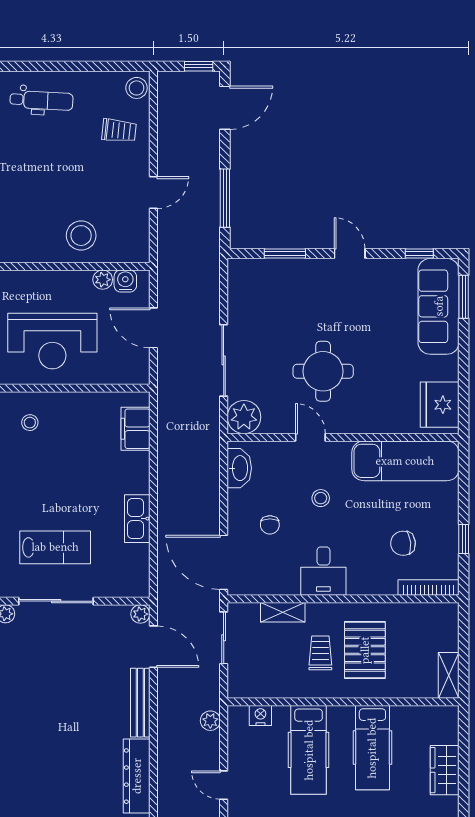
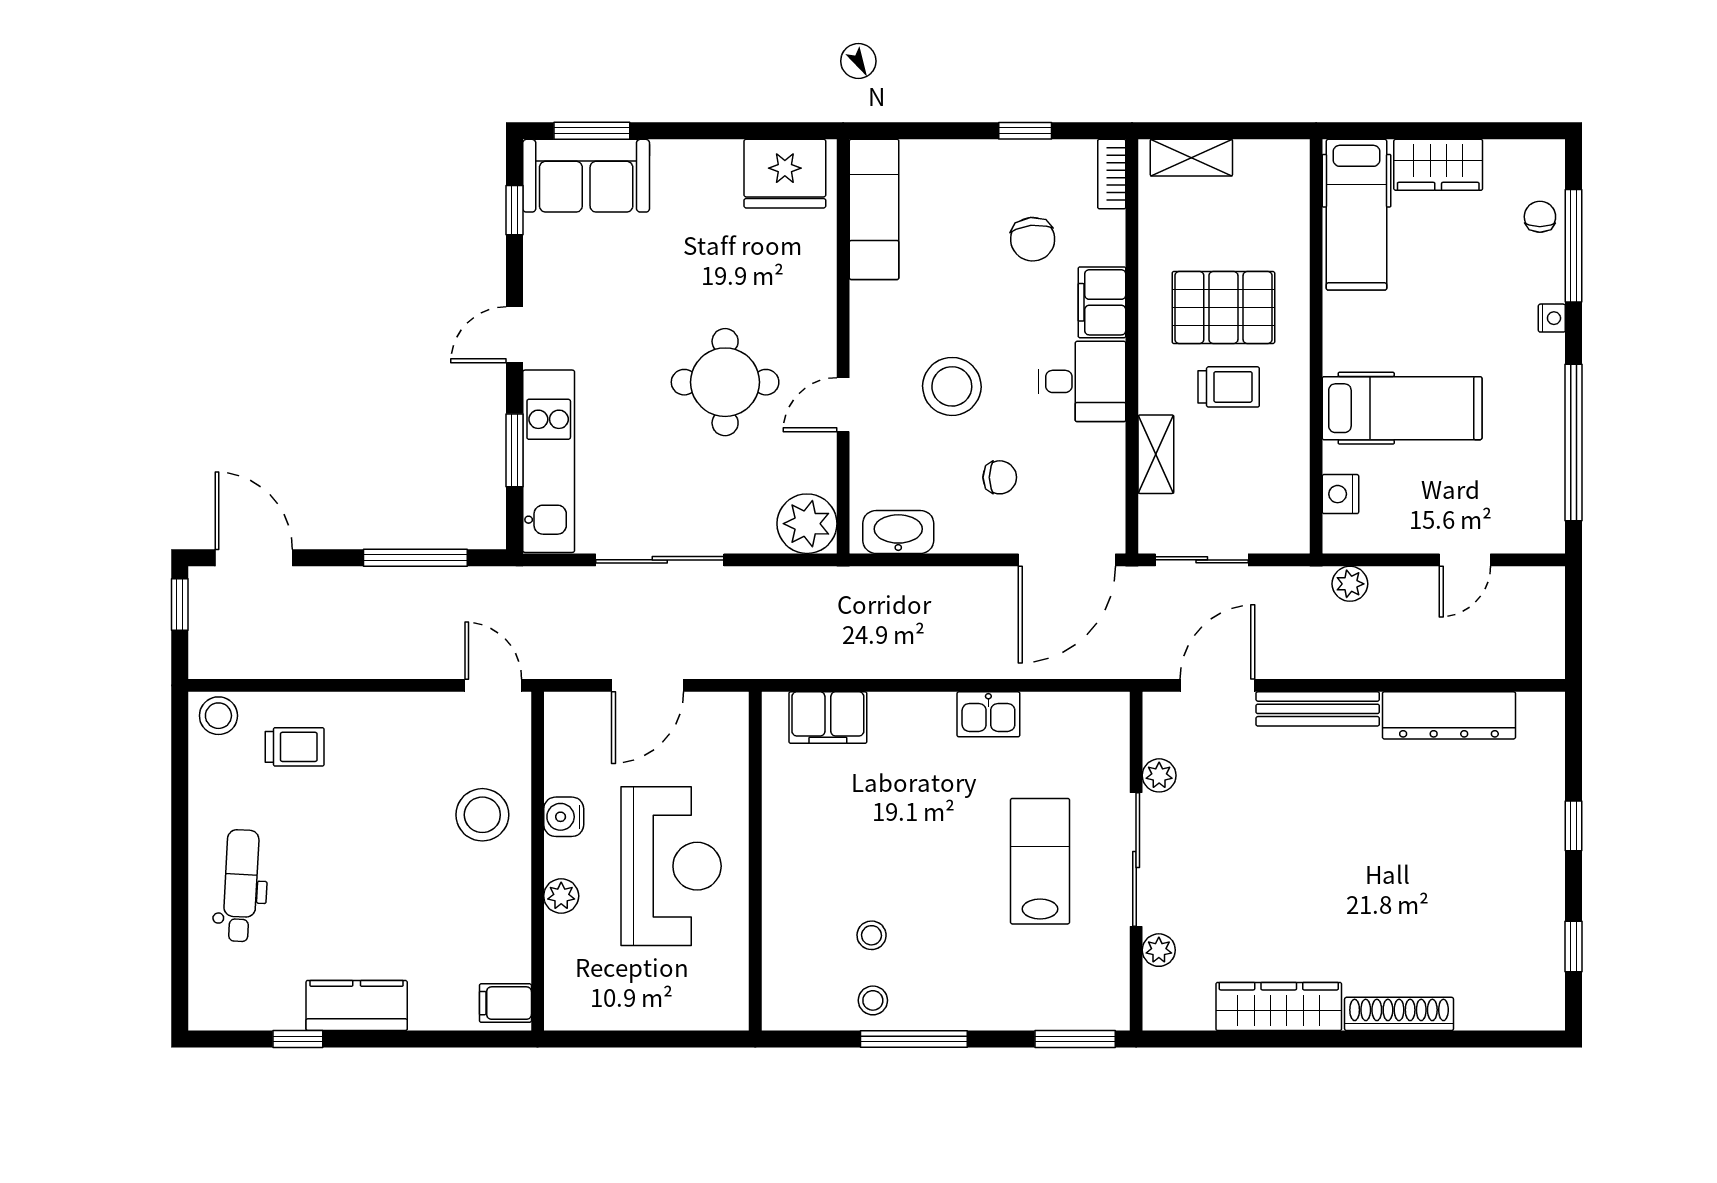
trolley: (119, 131) -> (295, 747), turned 84
door: (153, 192) -> (493, 685), moved
kitchen unit: (279, 273) -> (549, 461), added
plant: (103, 280) -> (561, 896), moved
water cooler: (125, 281) -> (564, 817), moved
sofa: (439, 306) -> (586, 176), width x0.73
sliding door: (224, 360) -> (660, 560), moved
stool: (30, 423) -> (872, 935), moved
exam couch: (405, 461) -> (874, 209), width x0.73, depth x0.69
stool: (321, 498) -> (952, 386), width x1.89, depth x1.89
kitchen sink: (137, 519) -> (988, 714), width x0.73
filing cabinet: (368, 582) -> (1102, 302), added
bookcase: (428, 587) -> (1112, 174), width x0.64
plant: (140, 614) -> (1159, 775), moved
trolley: (320, 653) -> (1229, 387), turned 180
shelving: (449, 675) -> (1191, 158), moved
hospital bed: (372, 748) -> (1357, 215), moved, turned 90

